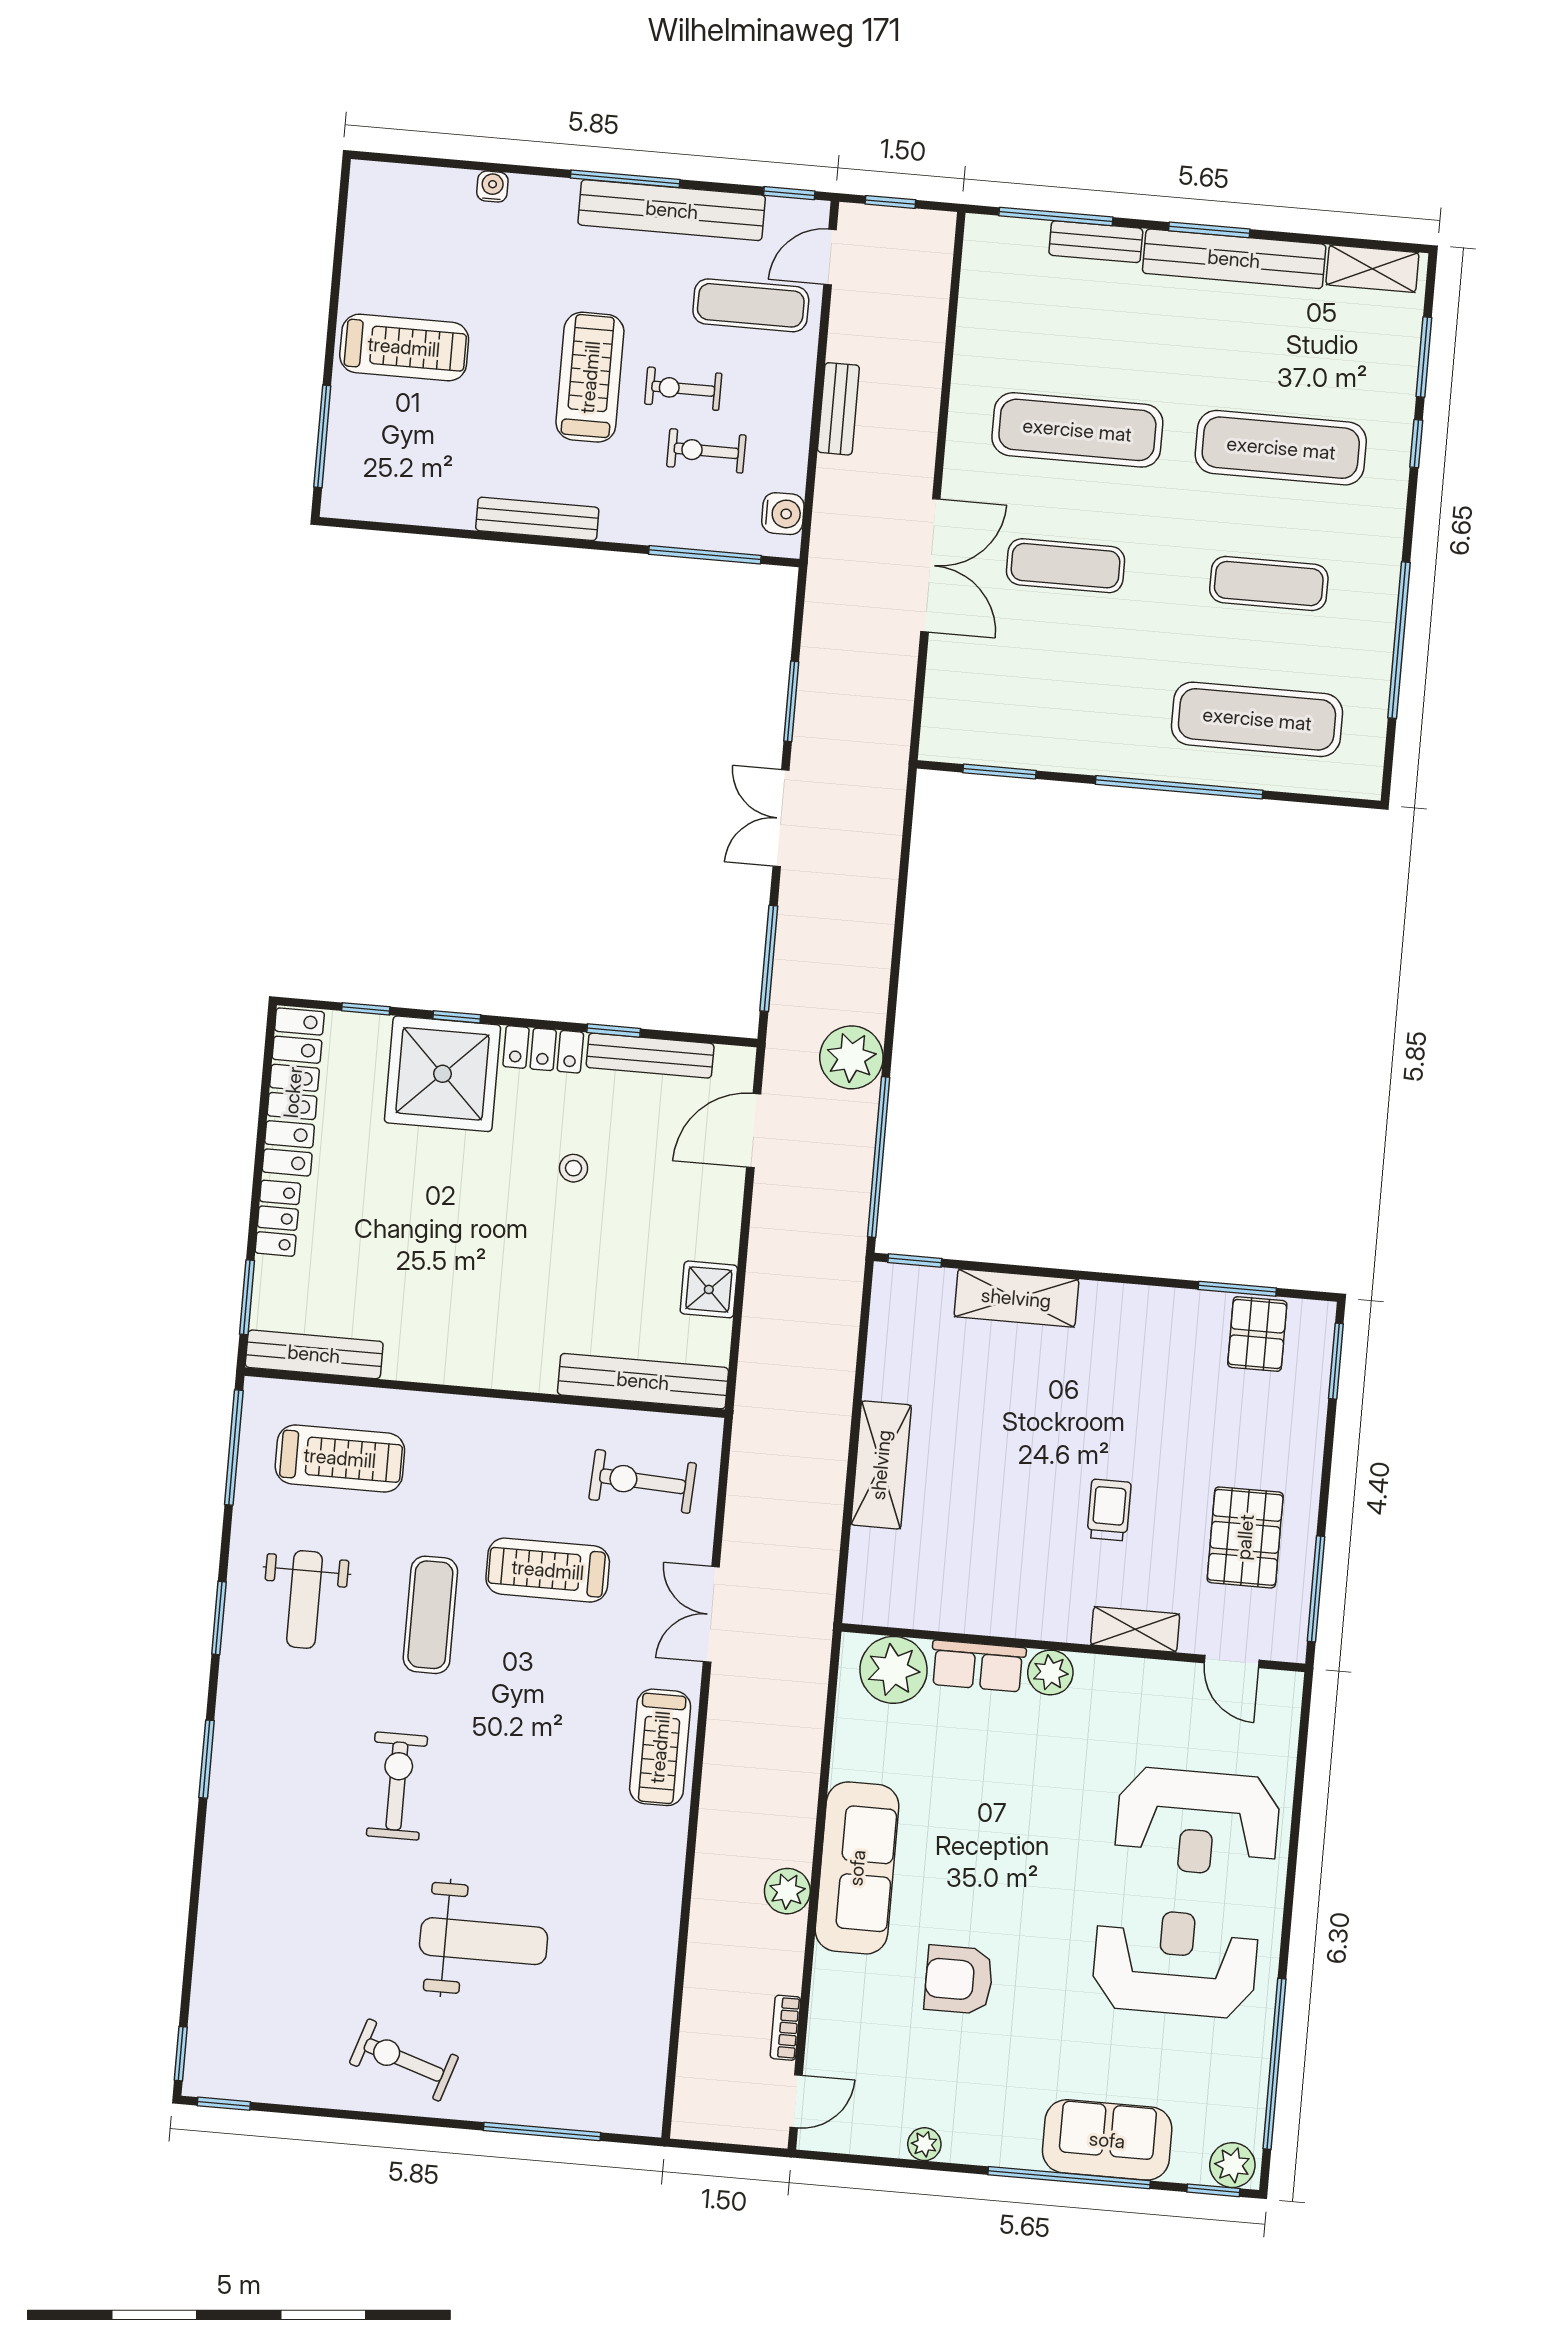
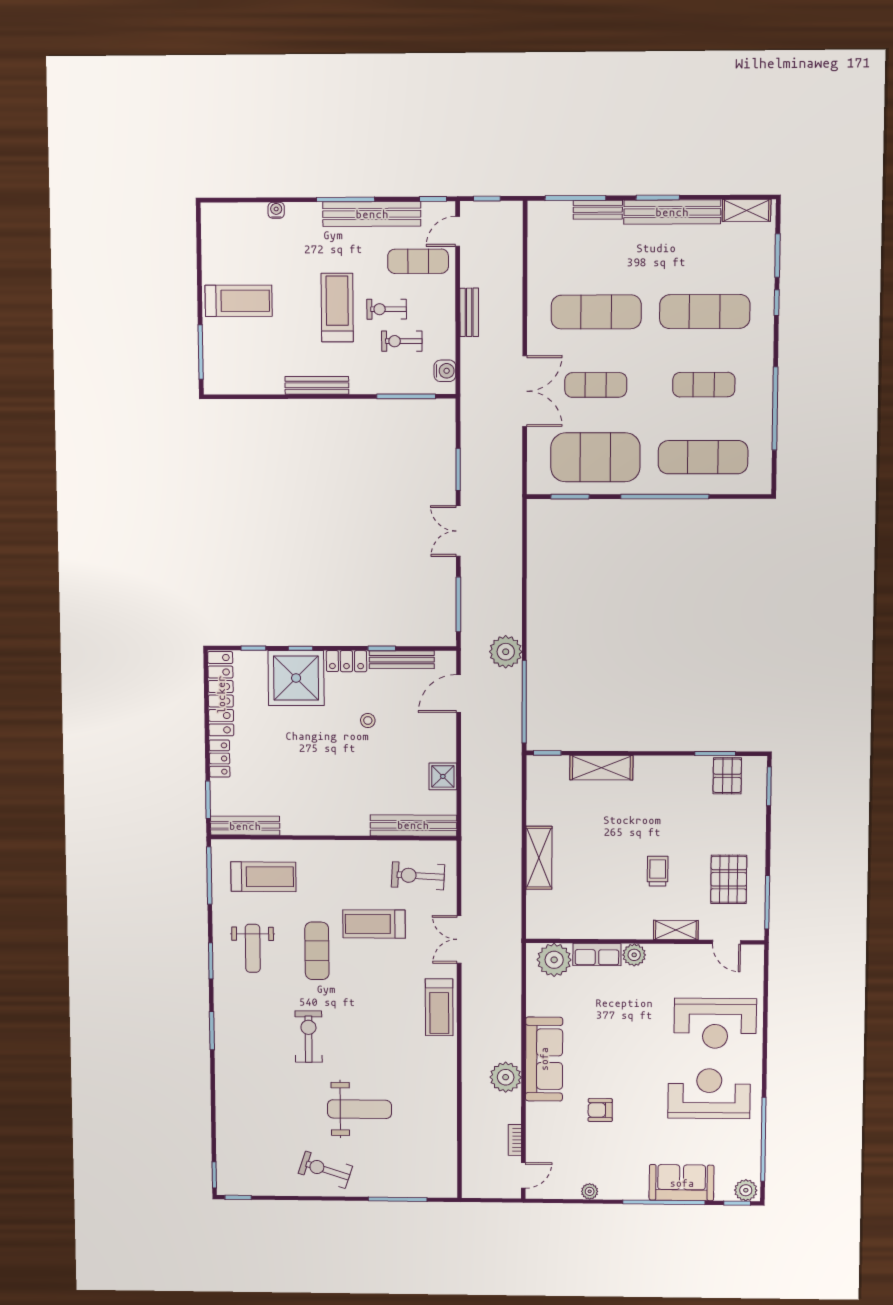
exercise mat: (1054, 702) -> (595, 457), added
plant: (787, 1891) -> (506, 1077), width x1.36, depth x1.36
armchair: (959, 1980) -> (600, 1110), width x0.72, depth x0.72

